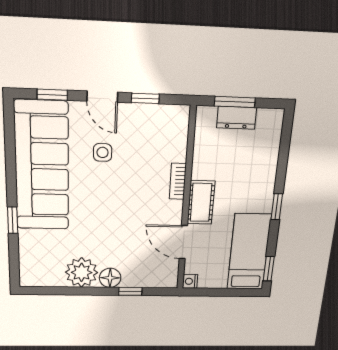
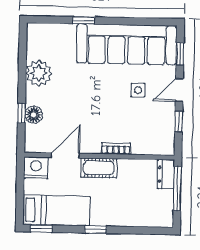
window: (235, 102) -> (177, 189), width x1.44
dresser: (237, 118) -> (166, 174), moved
floor lamp: (110, 278) -> (34, 115), moved
nightstand: (190, 281) -> (36, 168), width x1.89, depth x1.79

